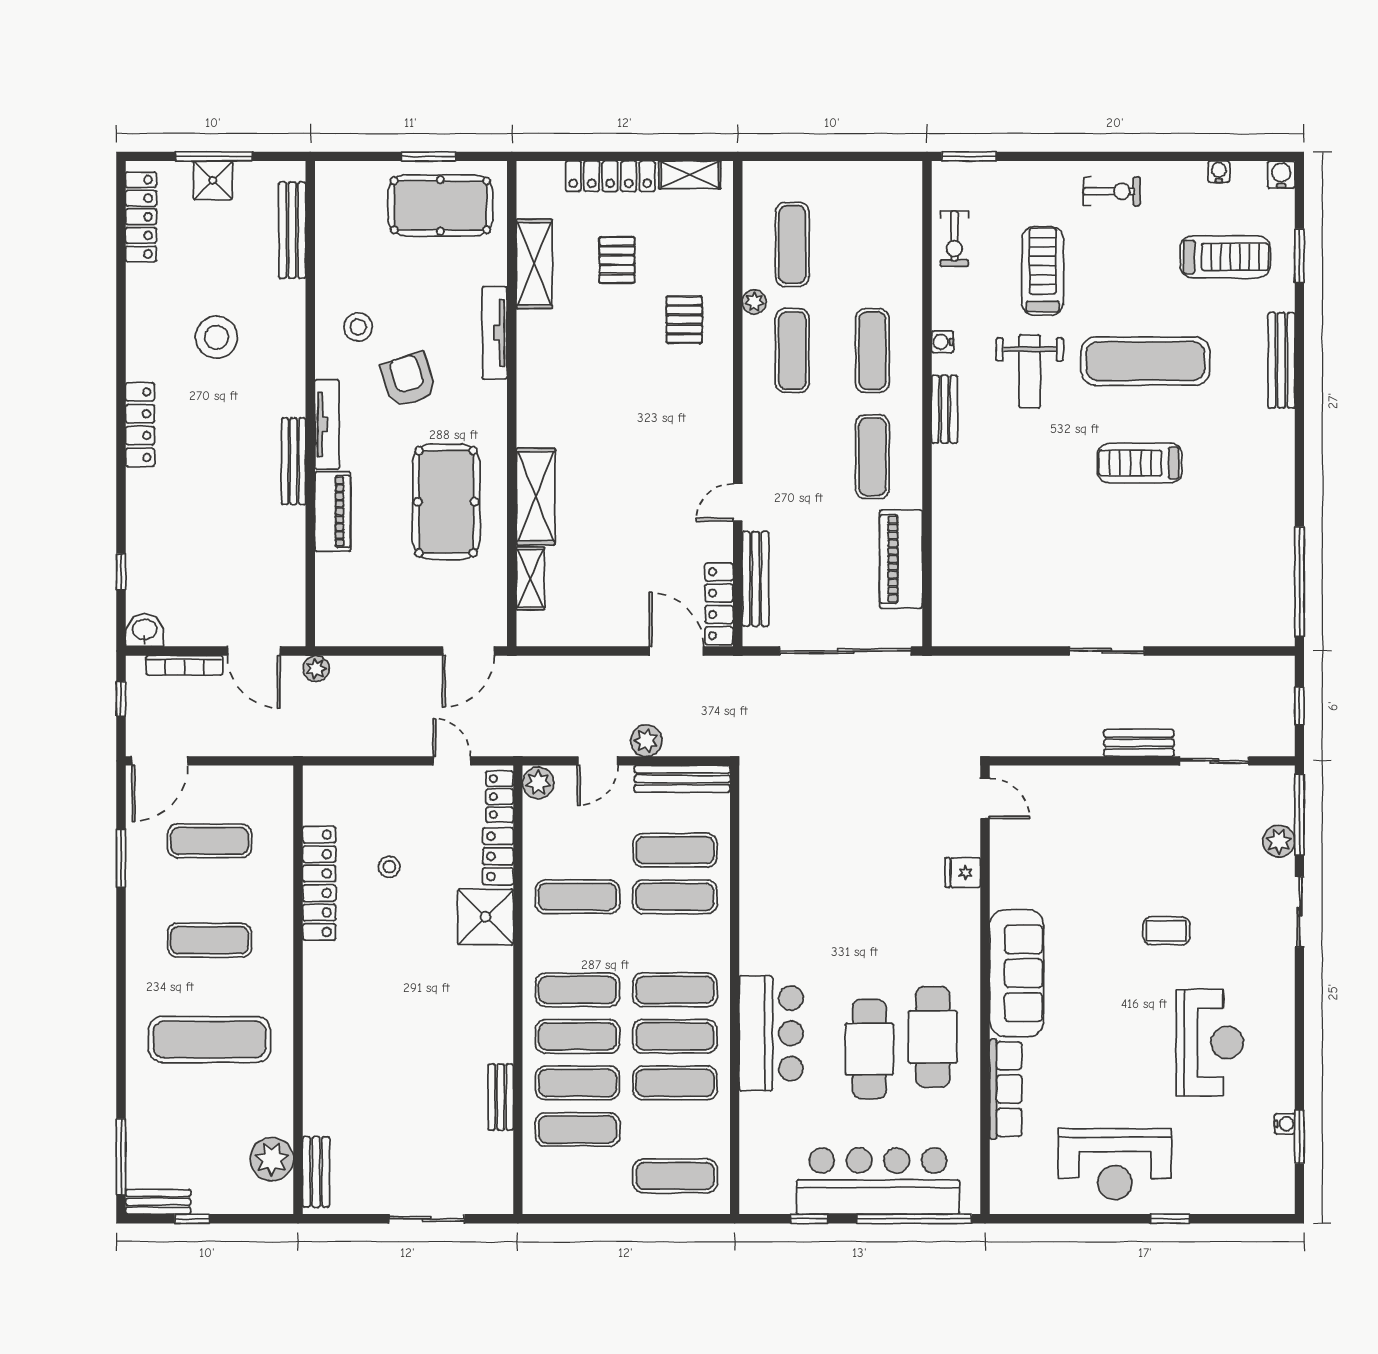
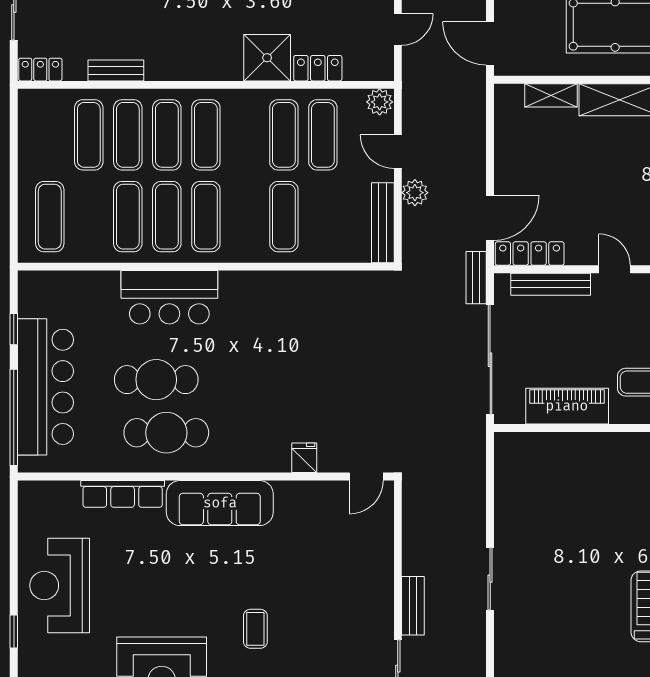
bench: (748, 667) -> (476, 278), added
locker: (500, 797) -> (40, 70), moved
exercise mat: (675, 850) -> (323, 135), moved

